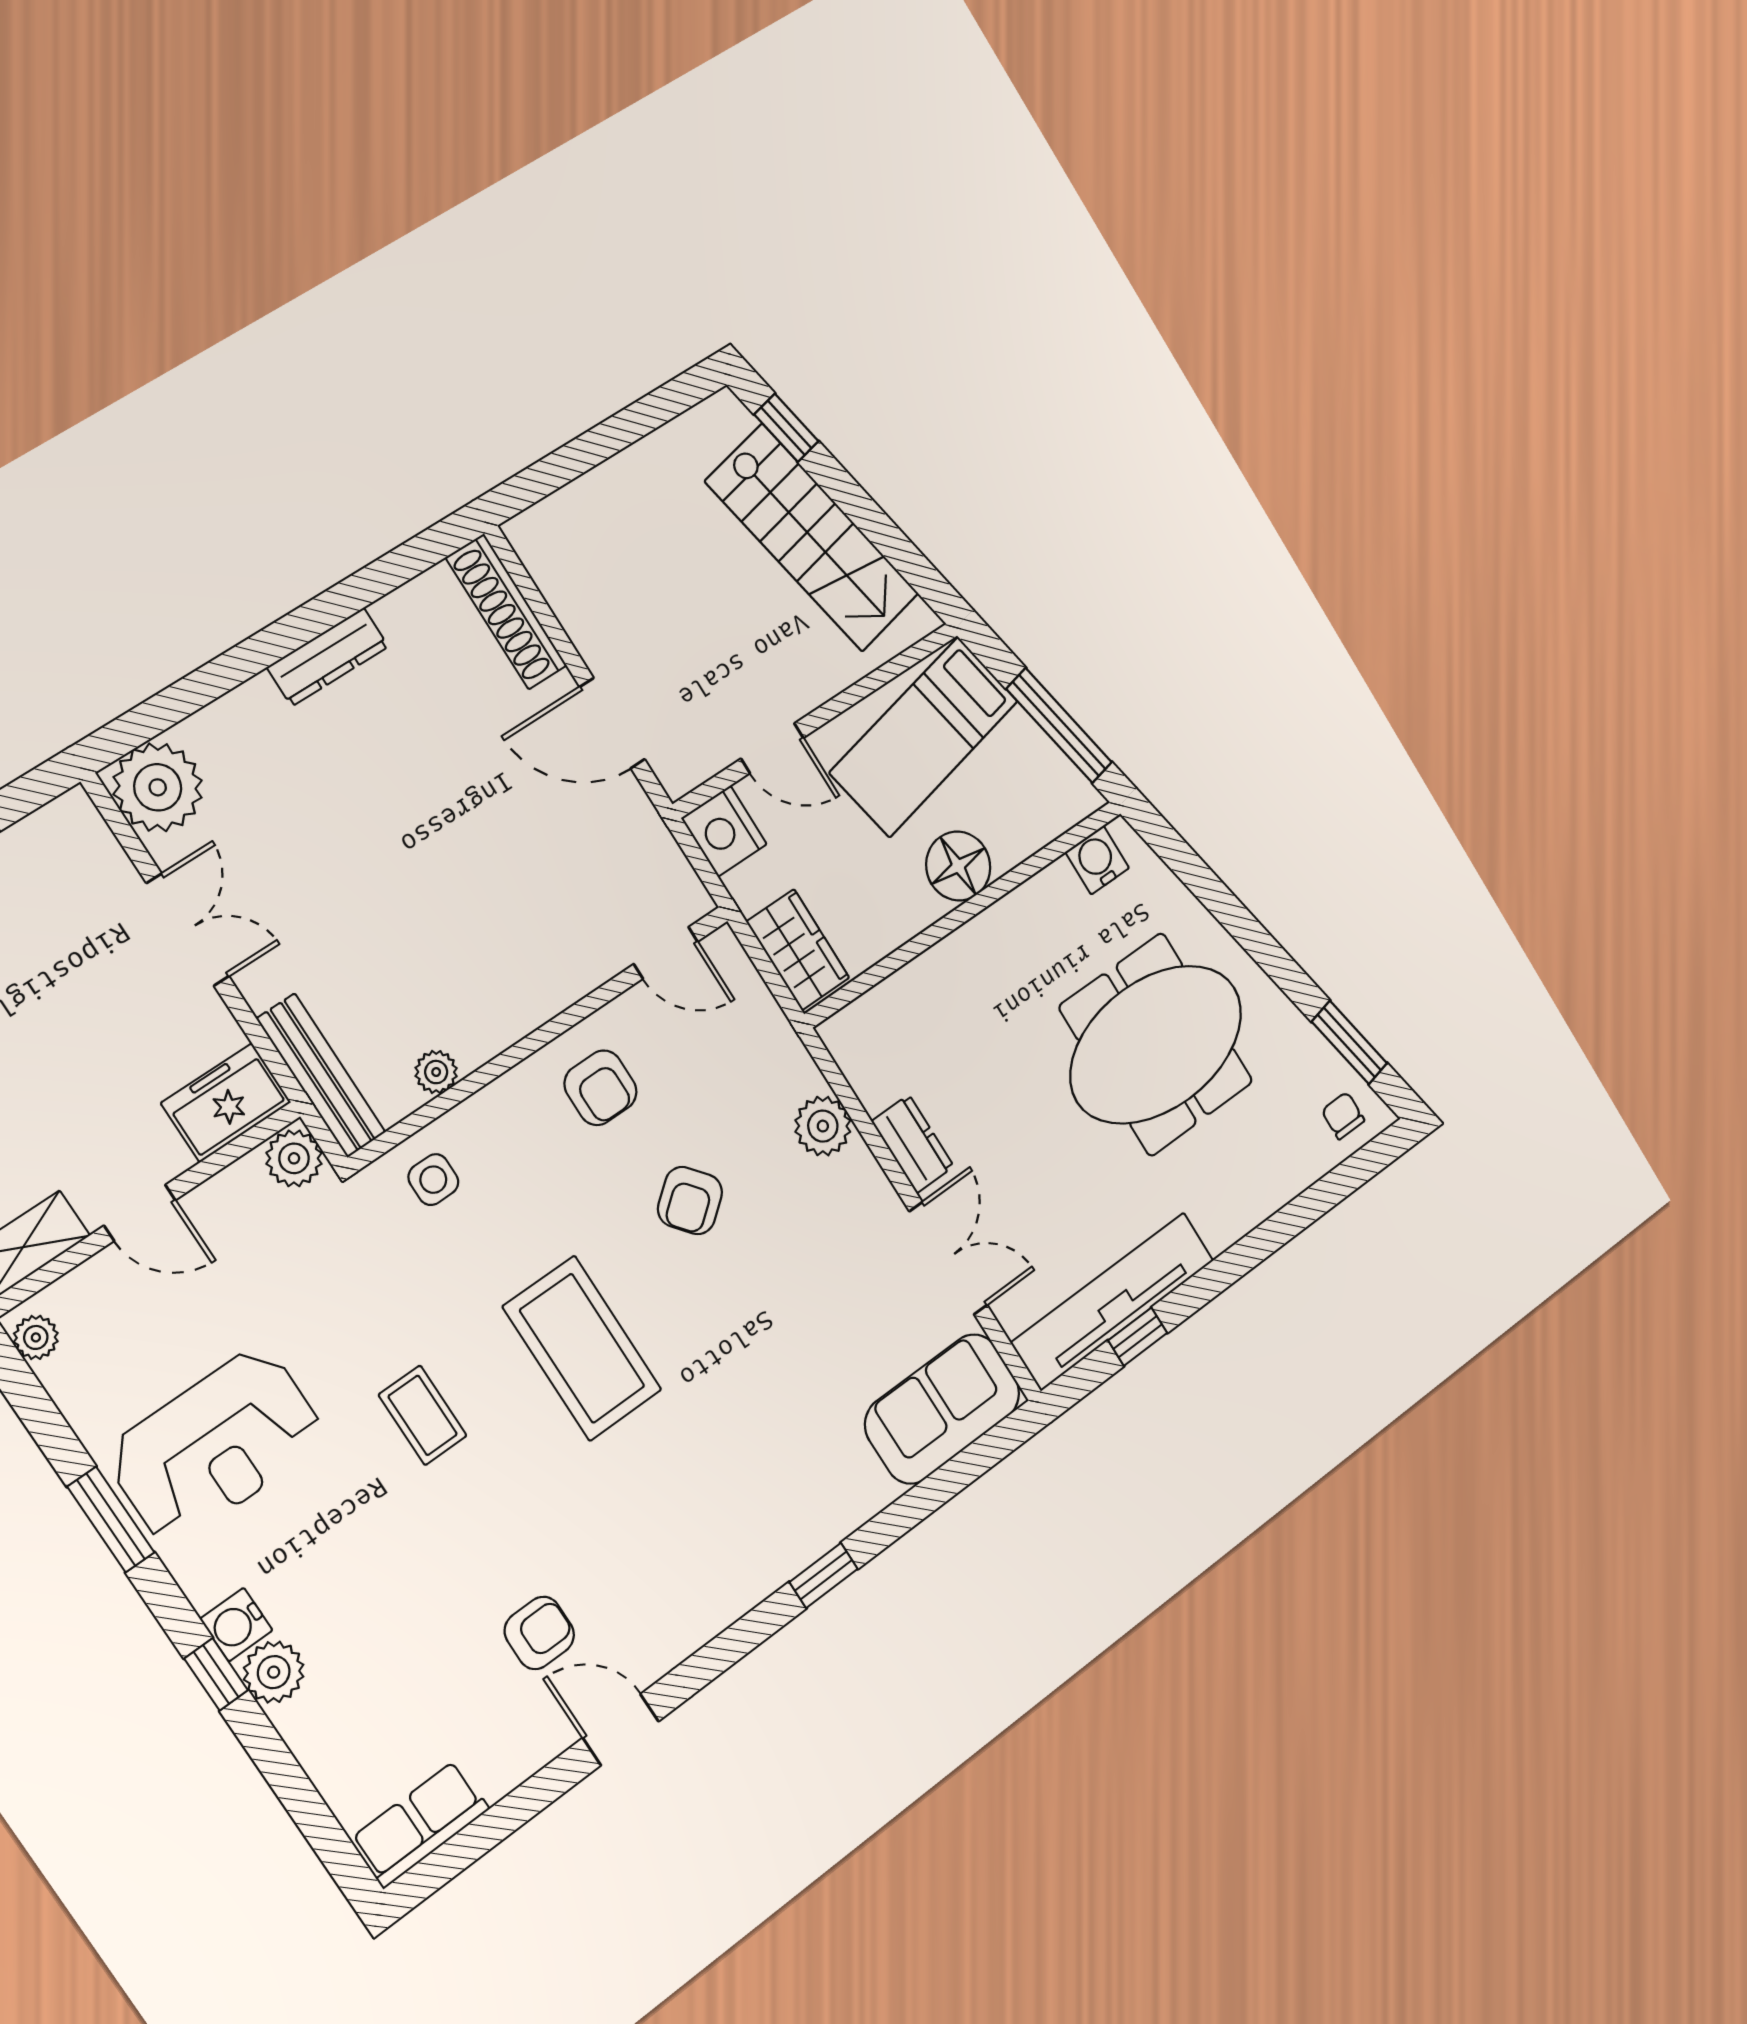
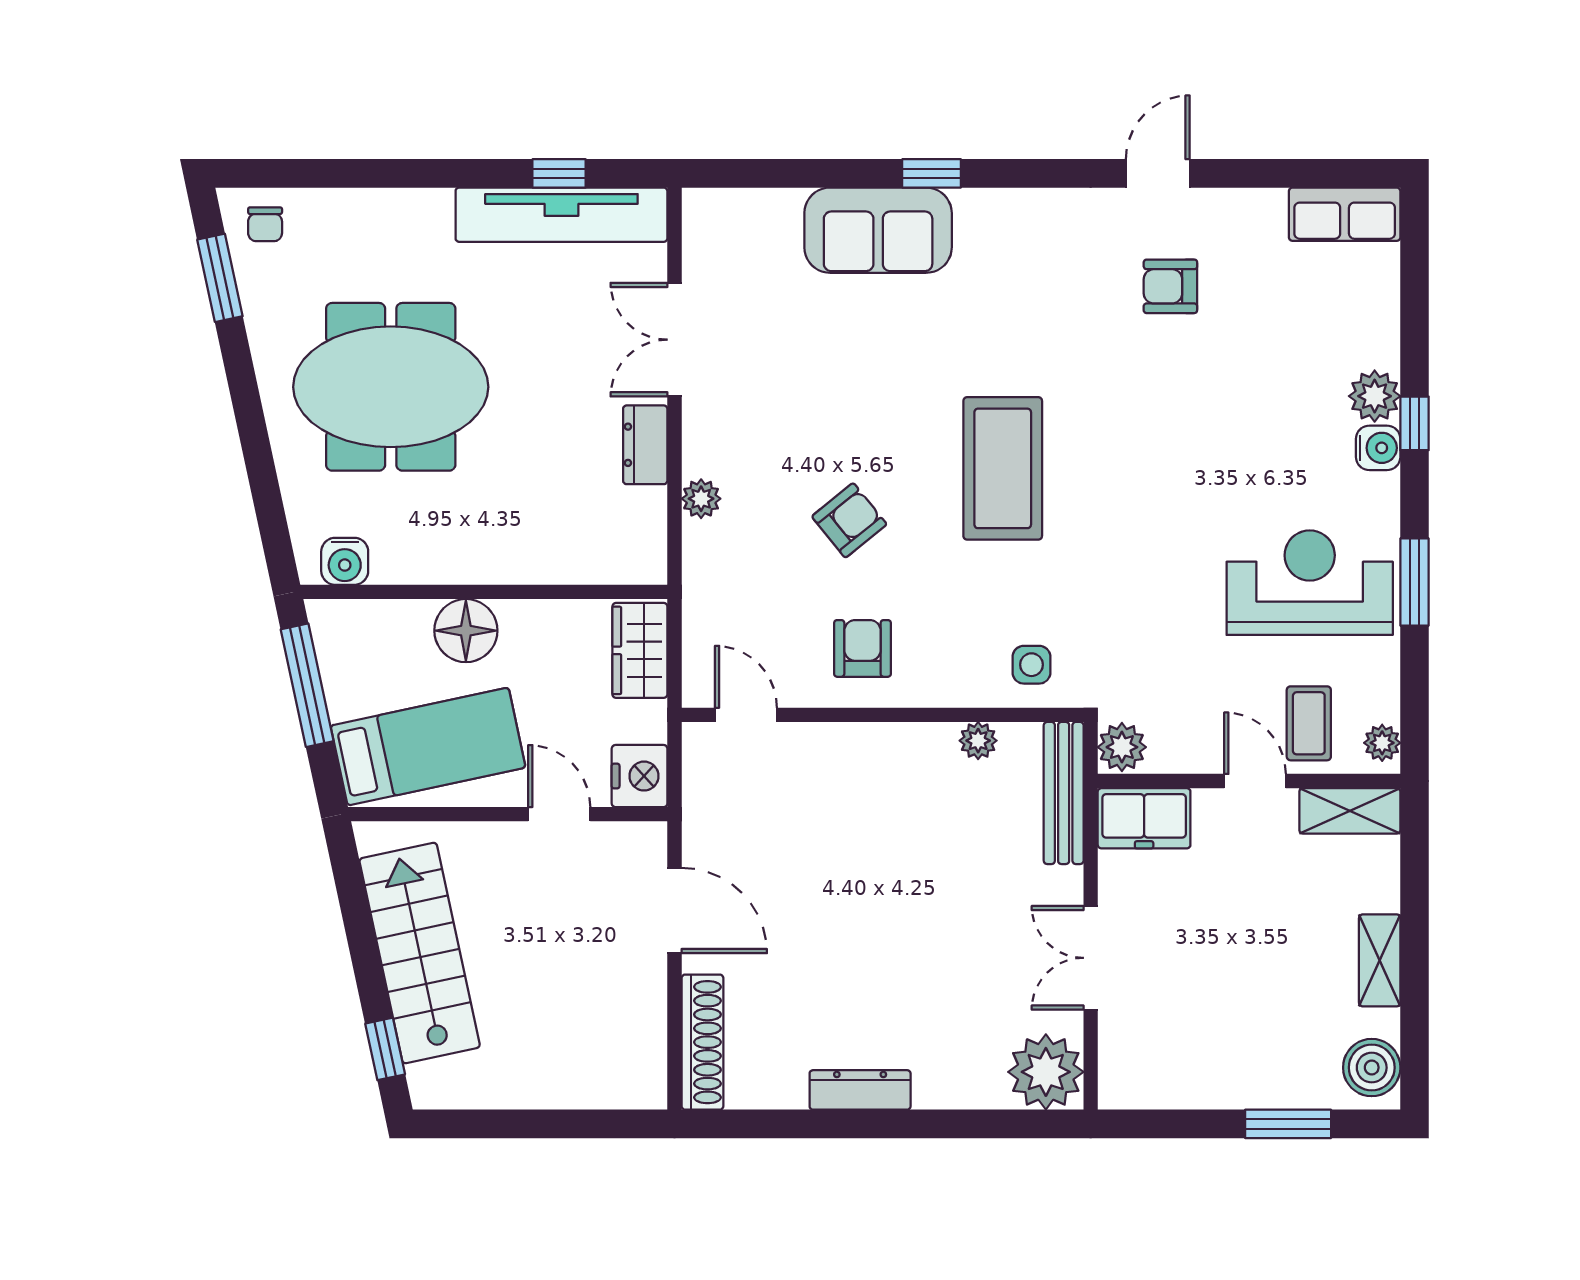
plant: (823, 1126) -> (701, 499), width x0.73, depth x0.73
sofa: (943, 1409) -> (878, 230), moved
coffee table: (423, 1415) -> (1309, 723), moved
door: (621, 1730) -> (1158, 173), swing flipped

